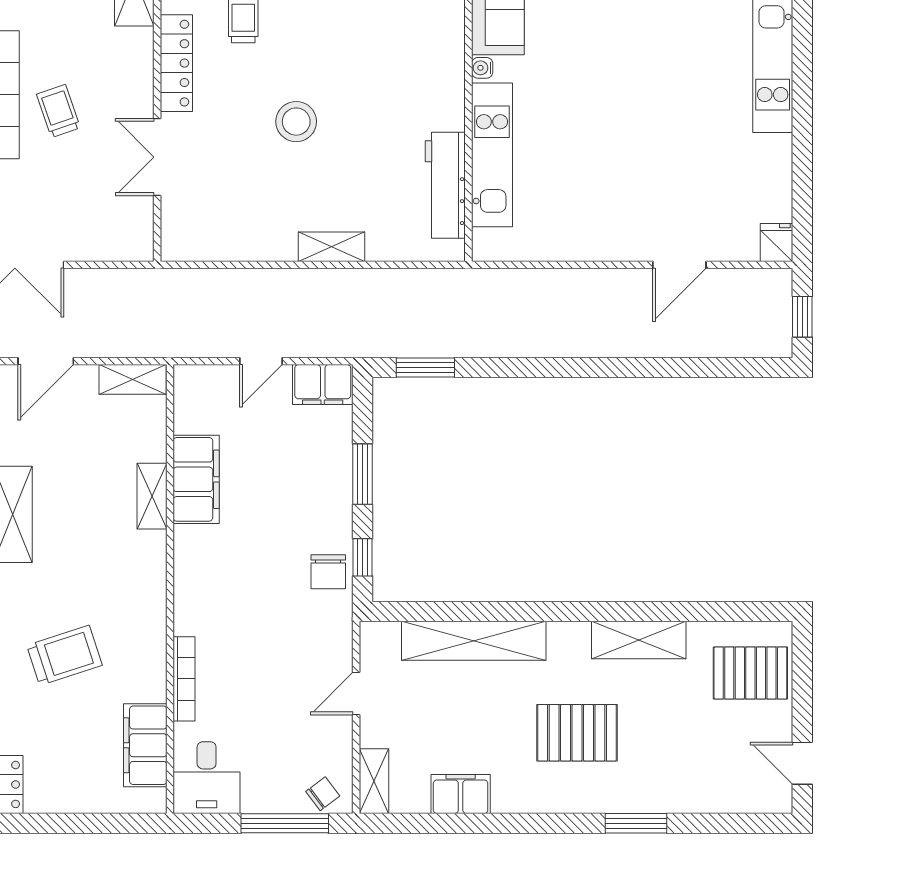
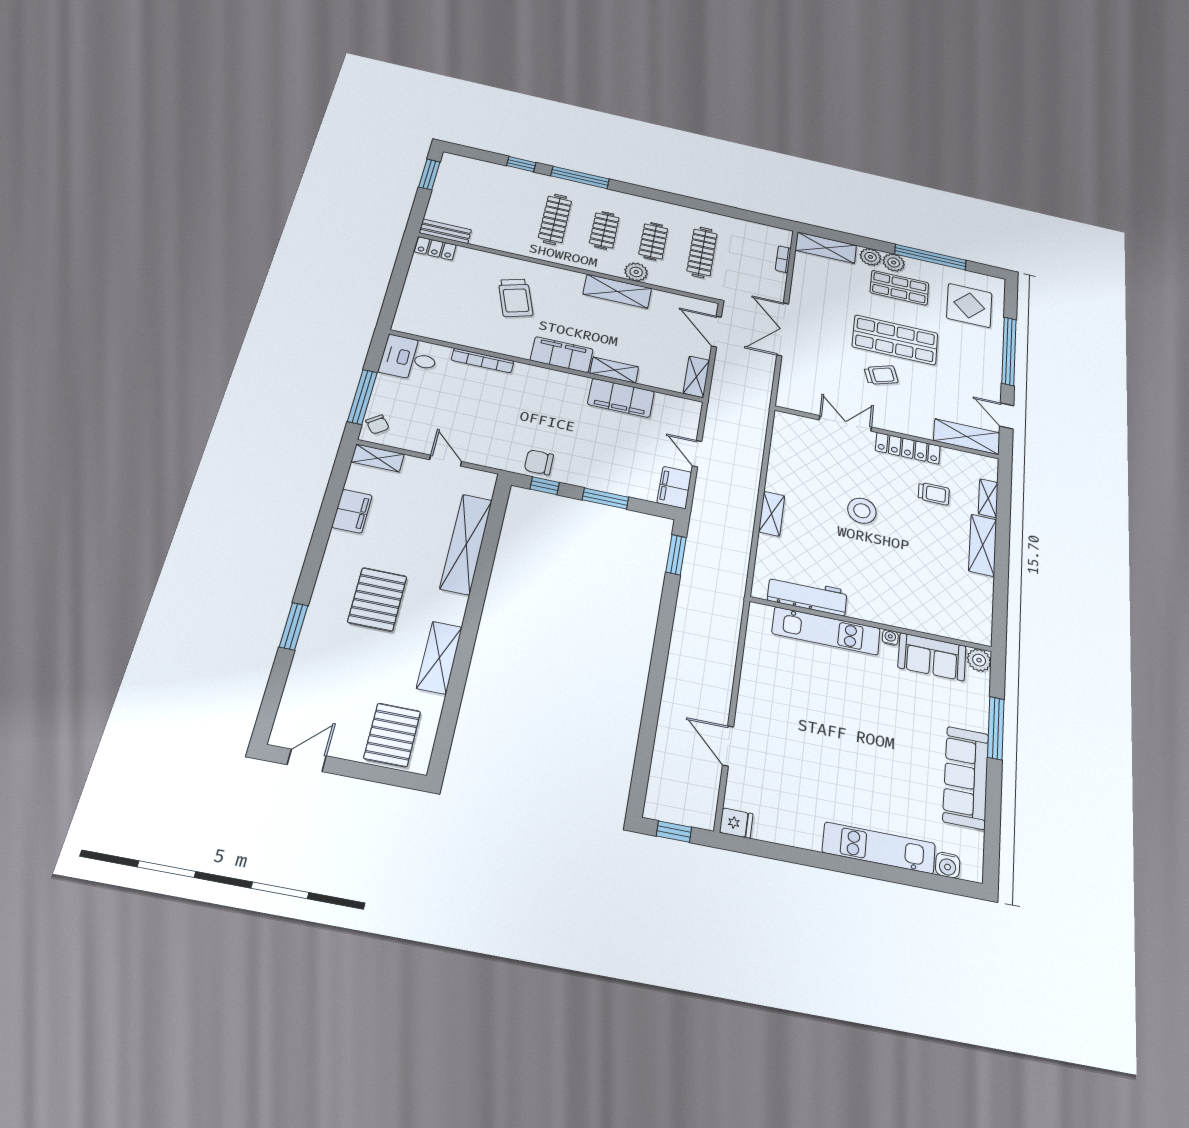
filing cabinet: (145, 745) -> (562, 355), moved

